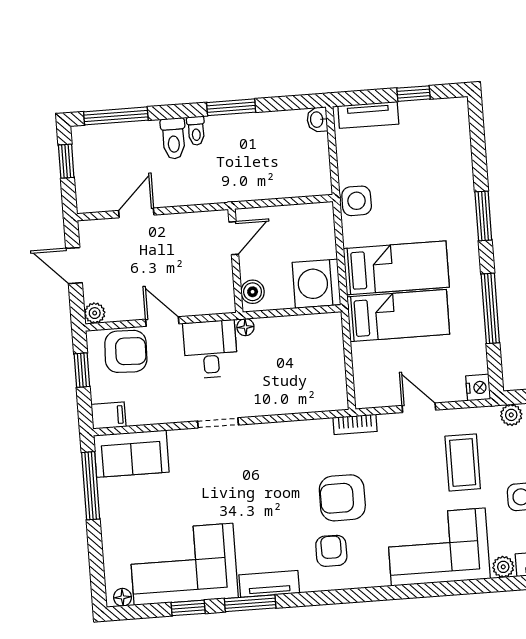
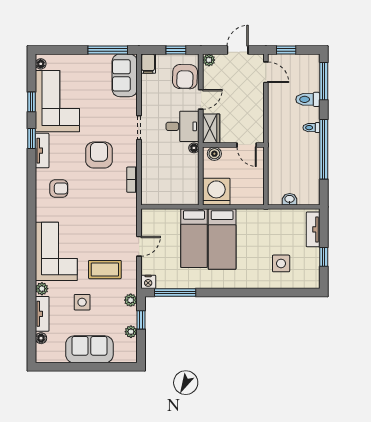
window: (231, 107) -> (324, 149), width x2.11
washbasin: (317, 120) -> (290, 199), moved
toilet: (173, 138) -> (308, 99), moved
window: (66, 161) -> (286, 50), moved
side table: (357, 201) -> (281, 263), moved
door: (136, 213) -> (266, 72), moved
window: (483, 216) -> (249, 293), removed
wardrobe: (210, 300) -> (211, 128), added
window: (490, 308) -> (175, 293), moved
bookcase: (355, 424) -> (132, 180), moved
armchair: (342, 498) -> (99, 155), moved
window: (250, 603) -> (32, 139), width x0.67

